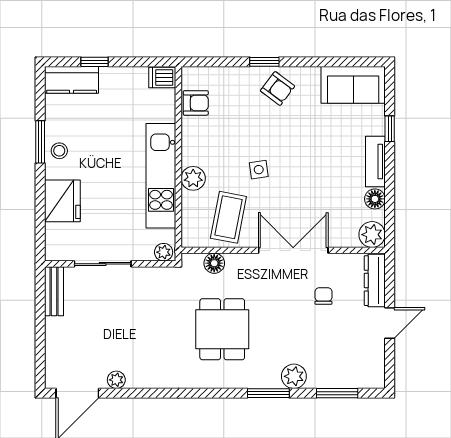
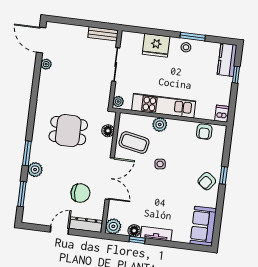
window: (390, 129) -> (137, 240), moved
chair: (323, 296) -> (80, 193), width x1.87, depth x1.87
door: (390, 323) -> (60, 230), swing flipped

